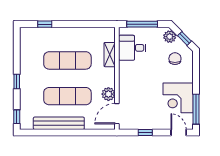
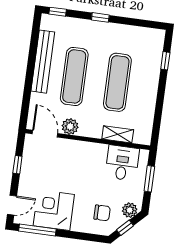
window: (142, 24) -> (149, 179), width x0.69

